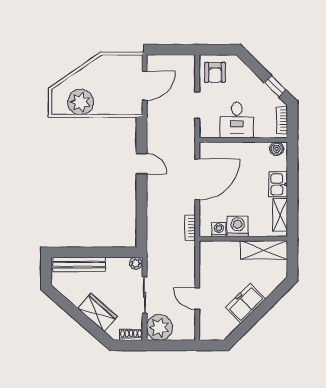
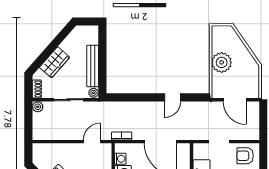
plant: (81, 102) -> (222, 62), moved
bench: (79, 264) -> (93, 66), moved
door: (197, 299) -> (92, 142), moved
plant: (159, 328) -> (38, 107), width x0.53, depth x0.53

